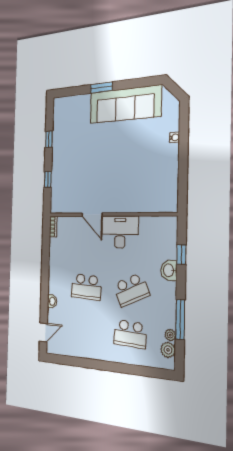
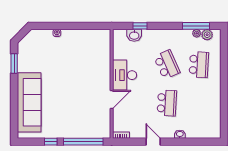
window: (101, 88) -> (14, 64), moved
sofa: (125, 104) -> (29, 102), moved
window: (48, 179) -> (83, 142), width x3.17
washbasin: (169, 270) -> (134, 35), moved
window: (180, 319) -> (196, 26), moved
door: (43, 332) -> (153, 142), moved

